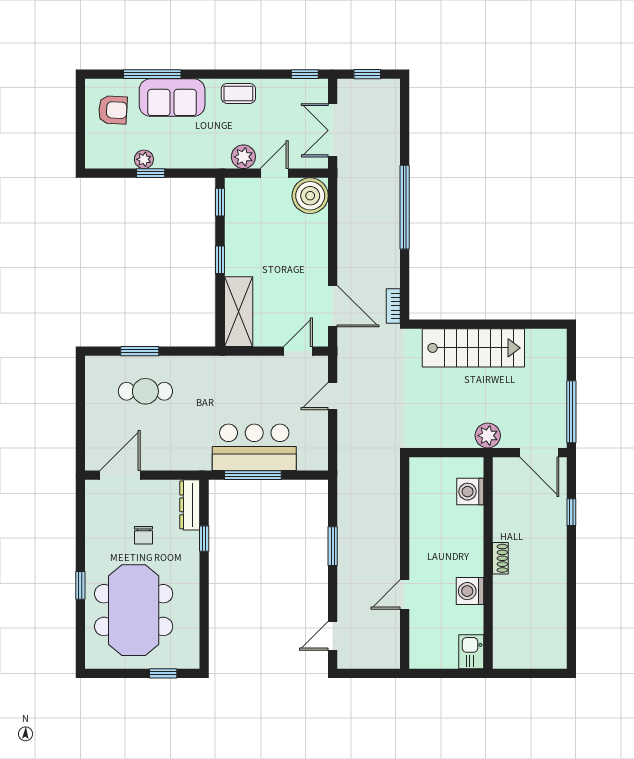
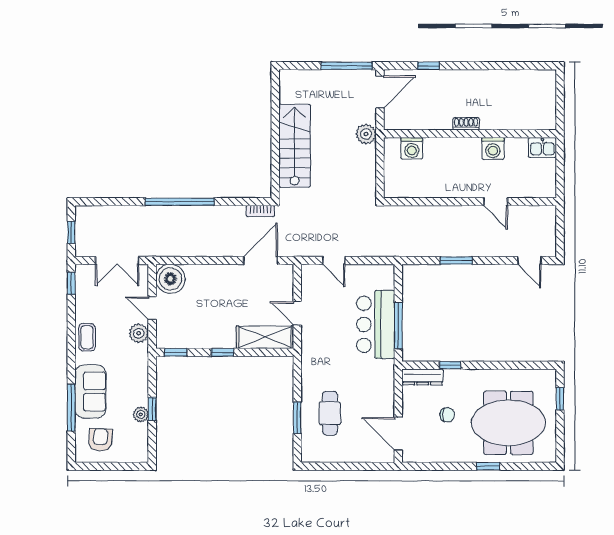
door: (298, 351) -> (297, 313), moved

